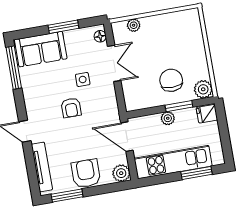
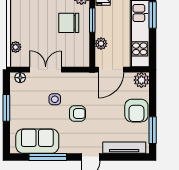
sofa: (41, 49) -> (37, 141), moved, turned -90
window: (14, 68) -> (48, 157), moved
plant: (168, 118) -> (101, 44), moved
armchair: (86, 173) -> (136, 111), turned -90

